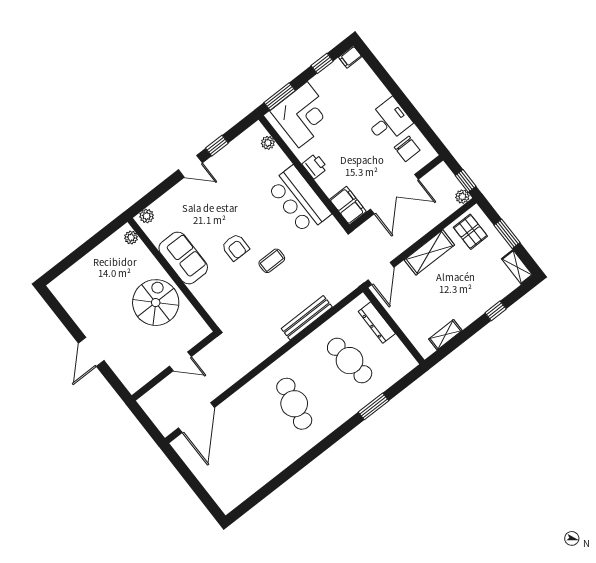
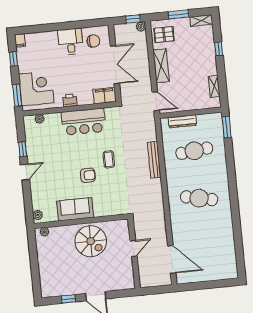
spiral stairs: (156, 303) -> (91, 241), turned 180
window: (66, 320) -> (69, 299), added
window: (374, 406) -> (227, 127), moved

